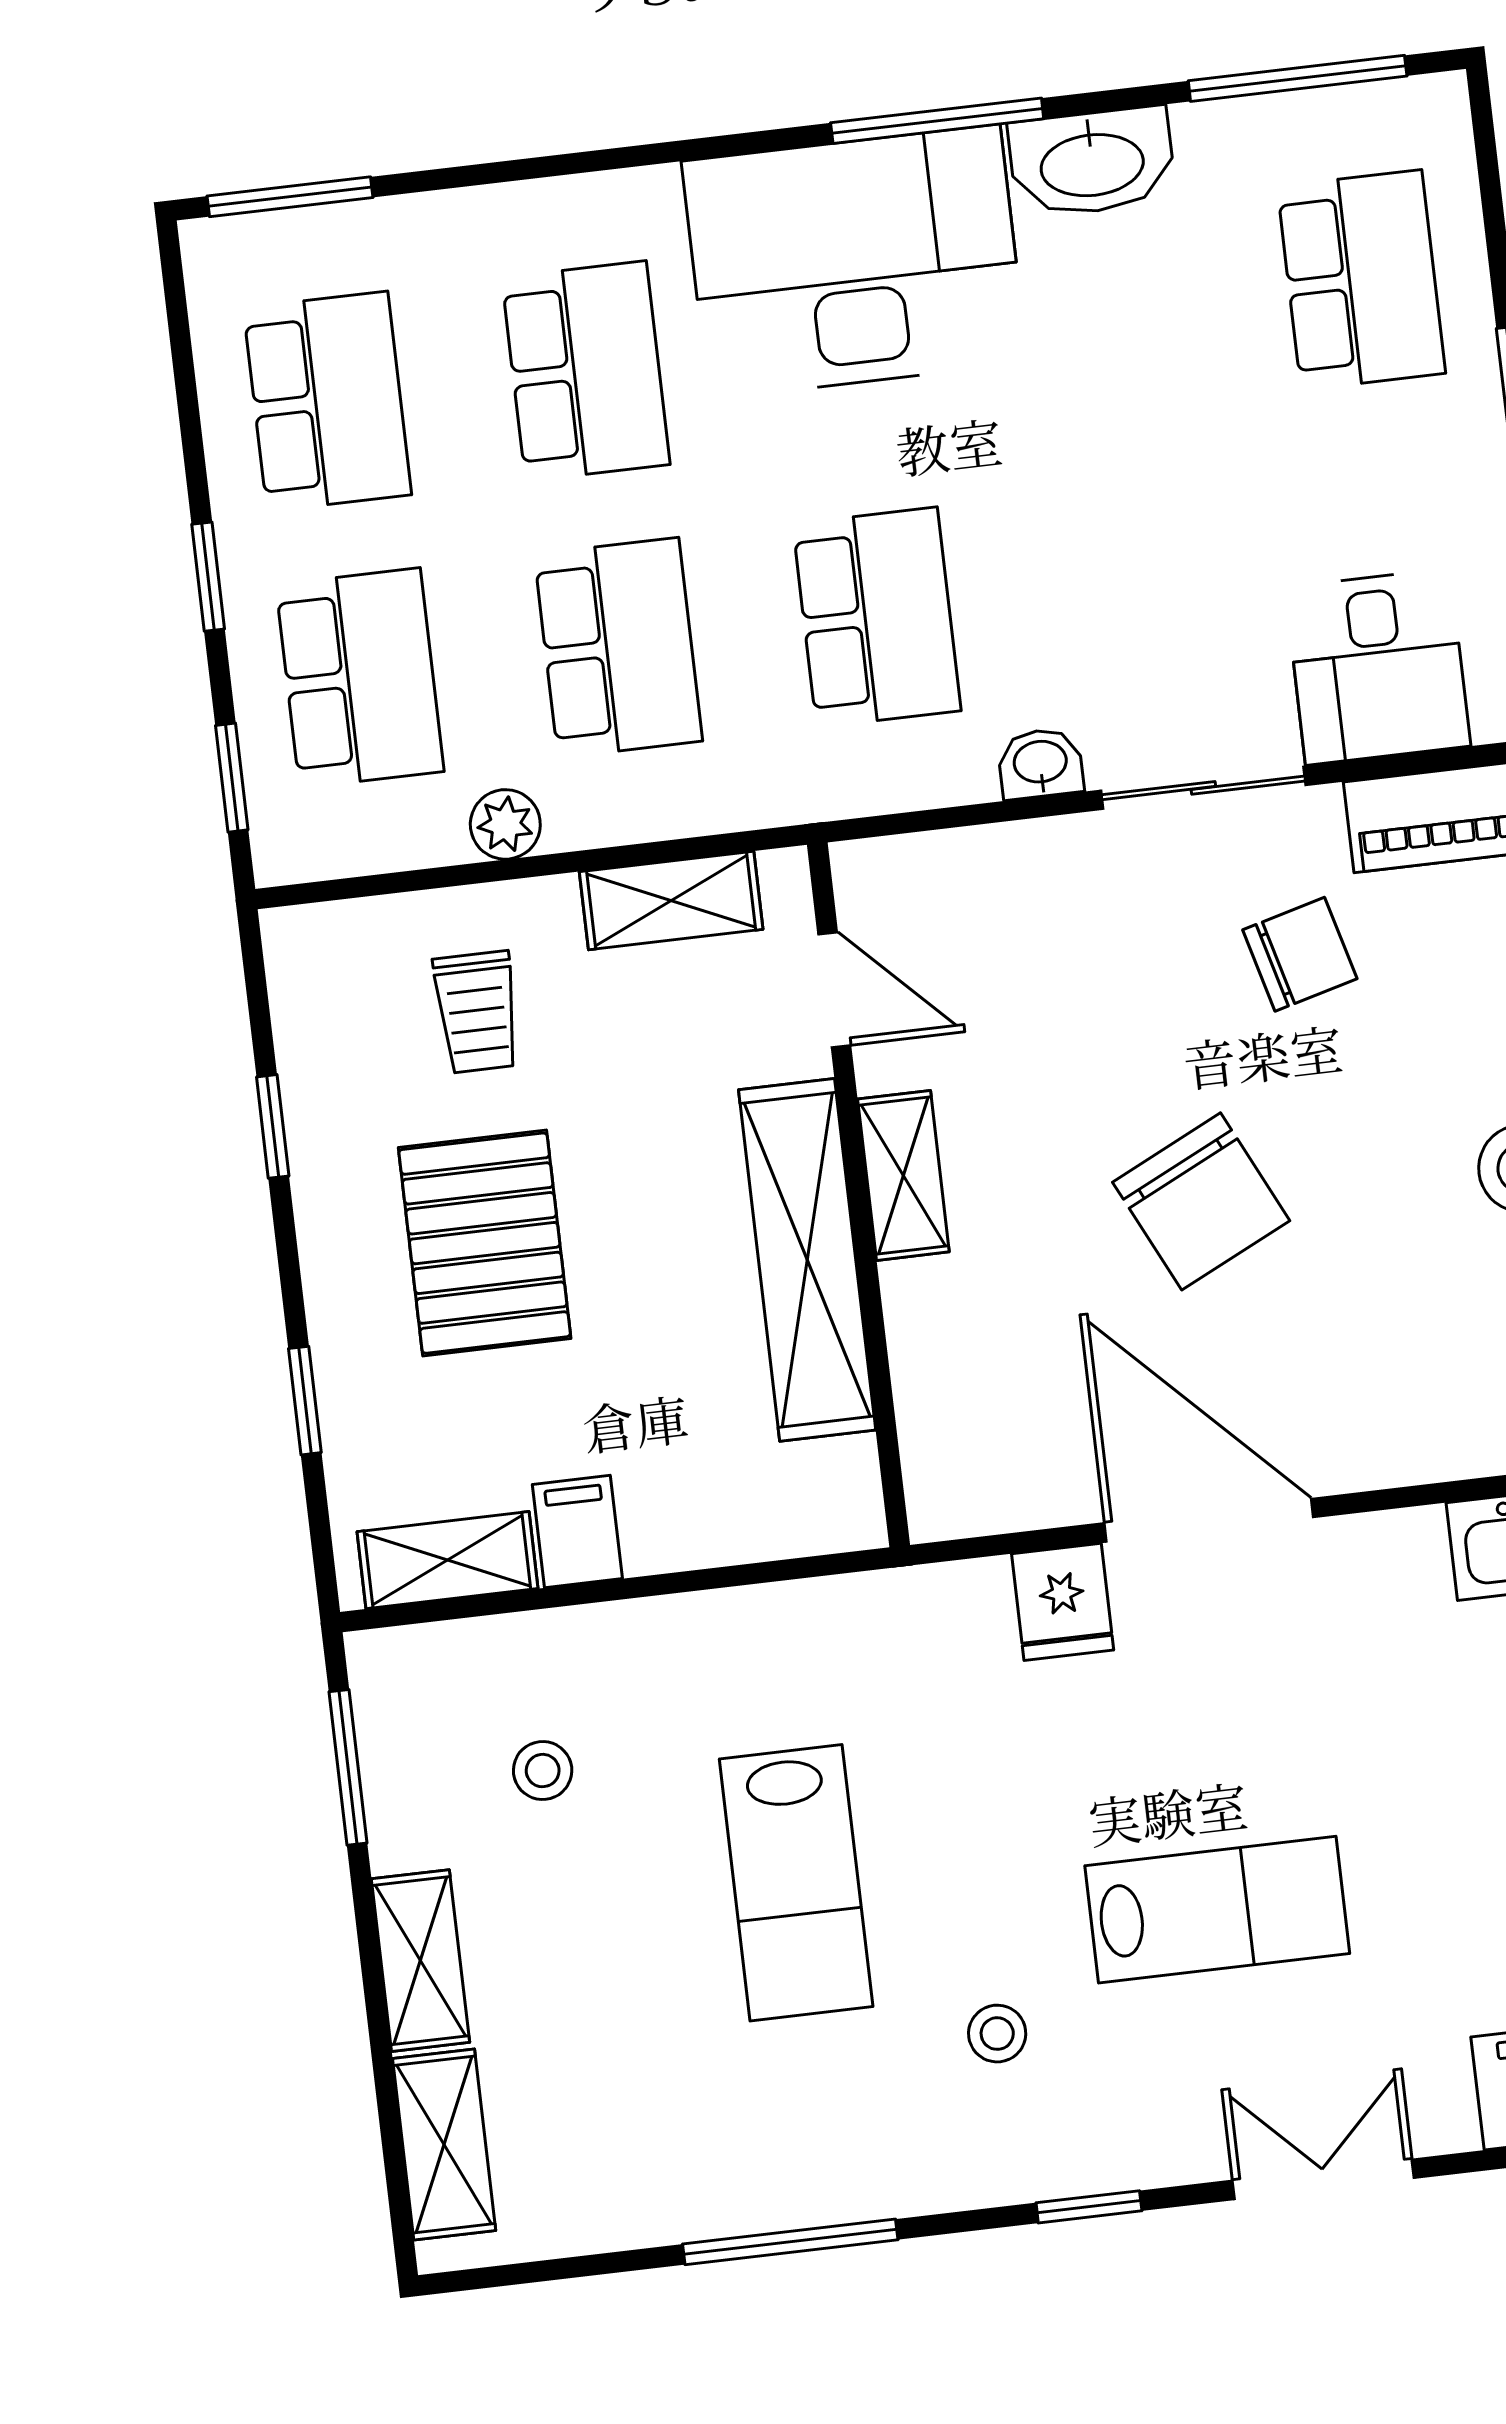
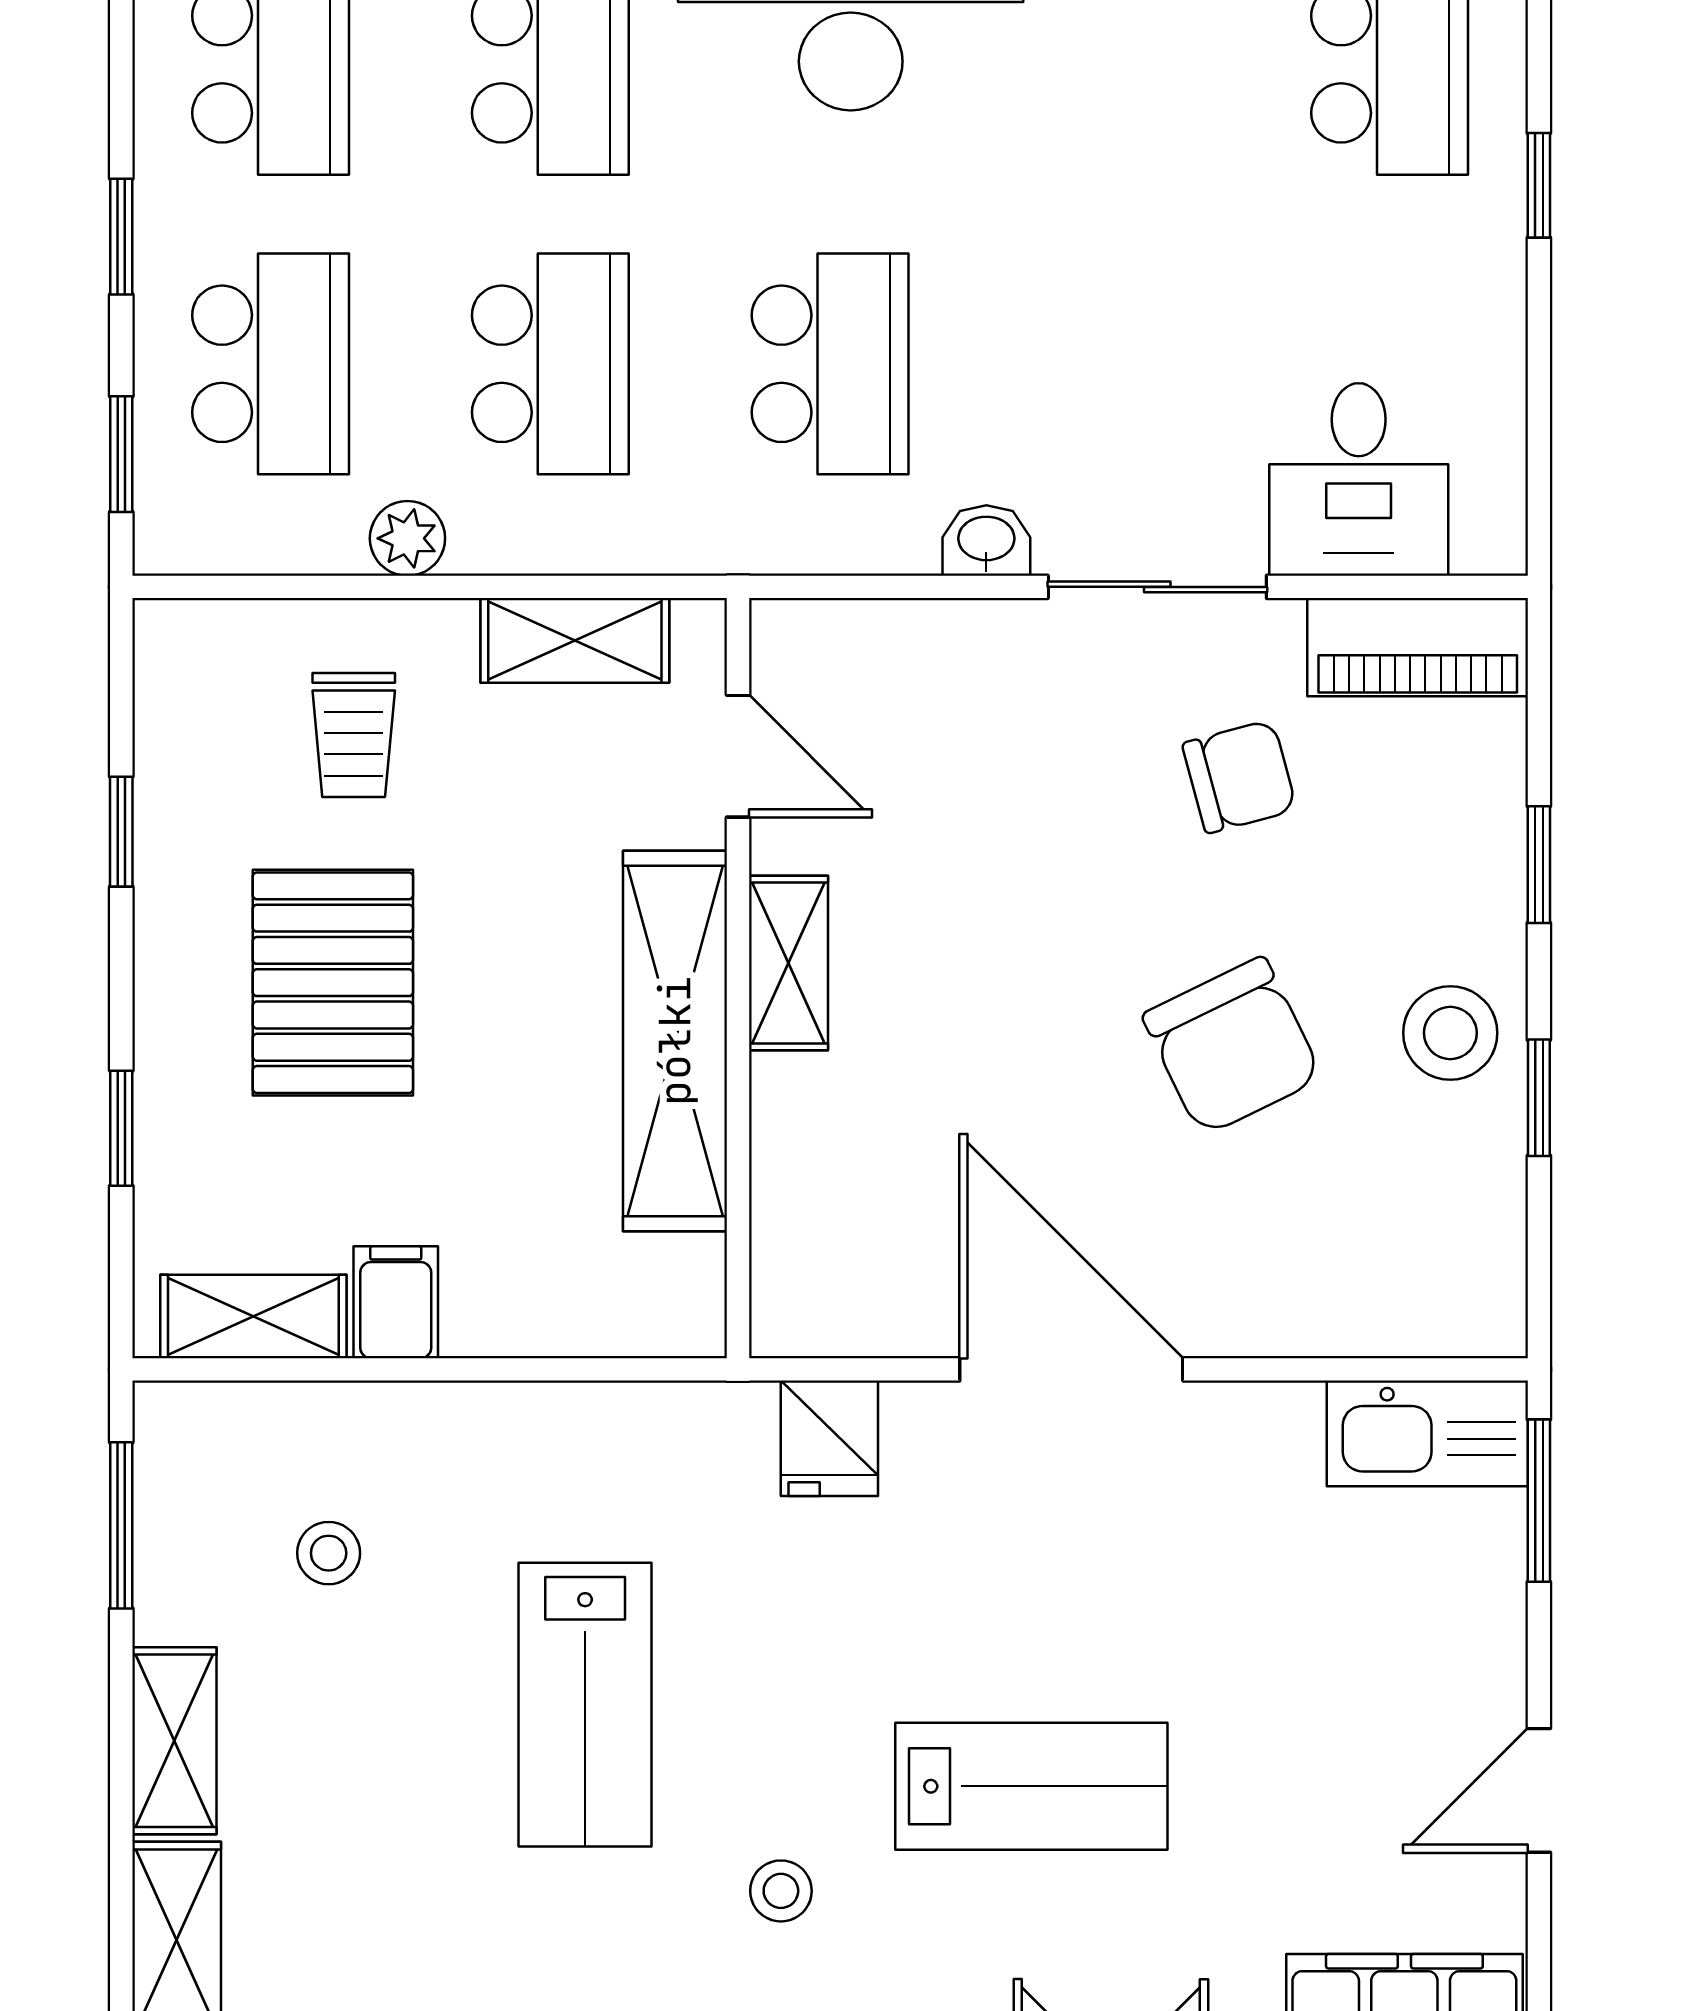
chair: (1201, 1201) -> (1232, 1046), moved
fridge: (1063, 1602) -> (829, 1438), moved

